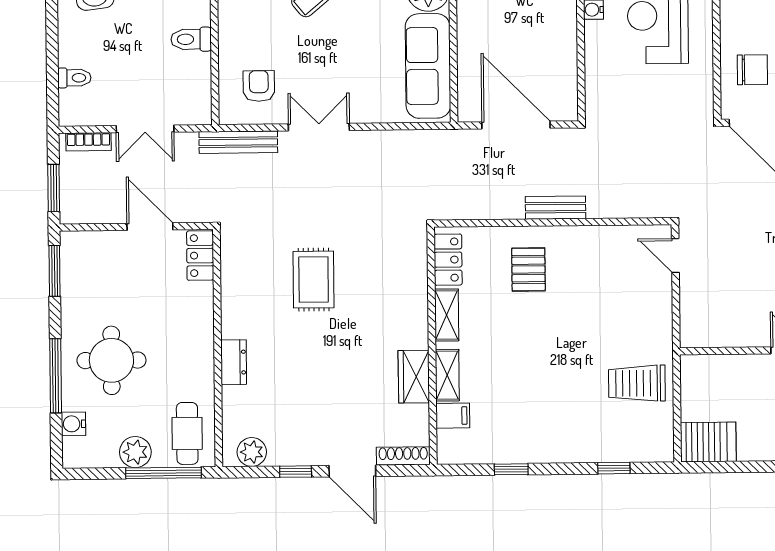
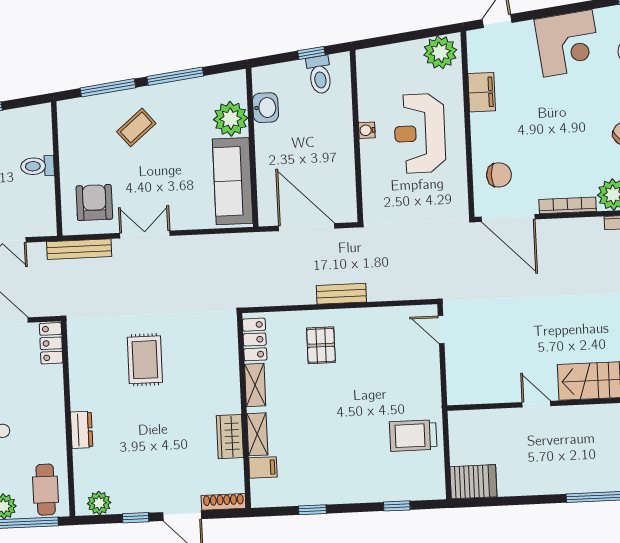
armchair: (259, 86) -> (94, 202), width x1.38, depth x1.38

